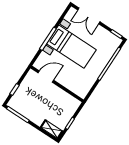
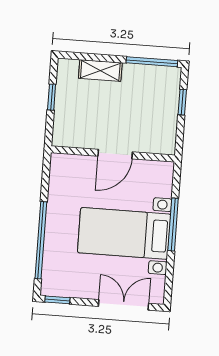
door: (46, 77) -> (115, 154), moved
shelving: (52, 129) -> (100, 70), moved

